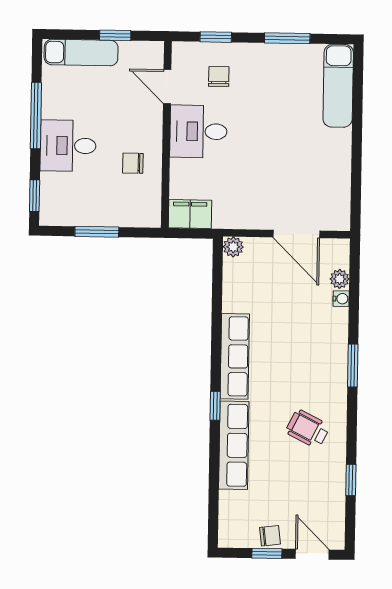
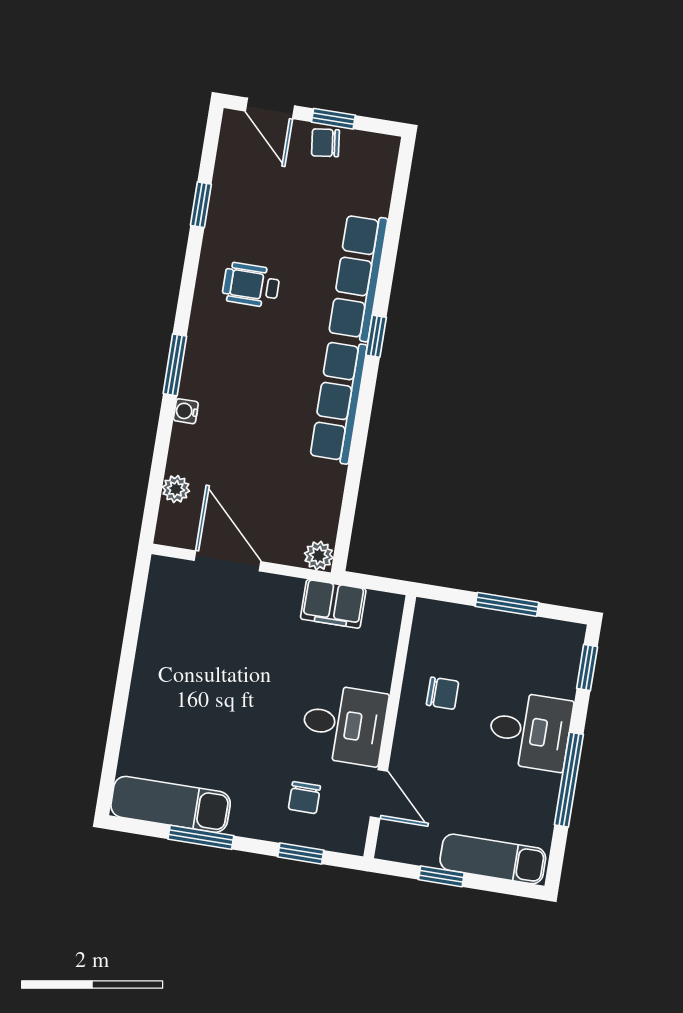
exam couch: (338, 86) -> (171, 804), moved, turned -90
filing cabinet: (190, 214) -> (333, 604), moved
water cooler: (341, 299) -> (186, 411), moved
wheelchair: (308, 429) -> (251, 285), turned 153

